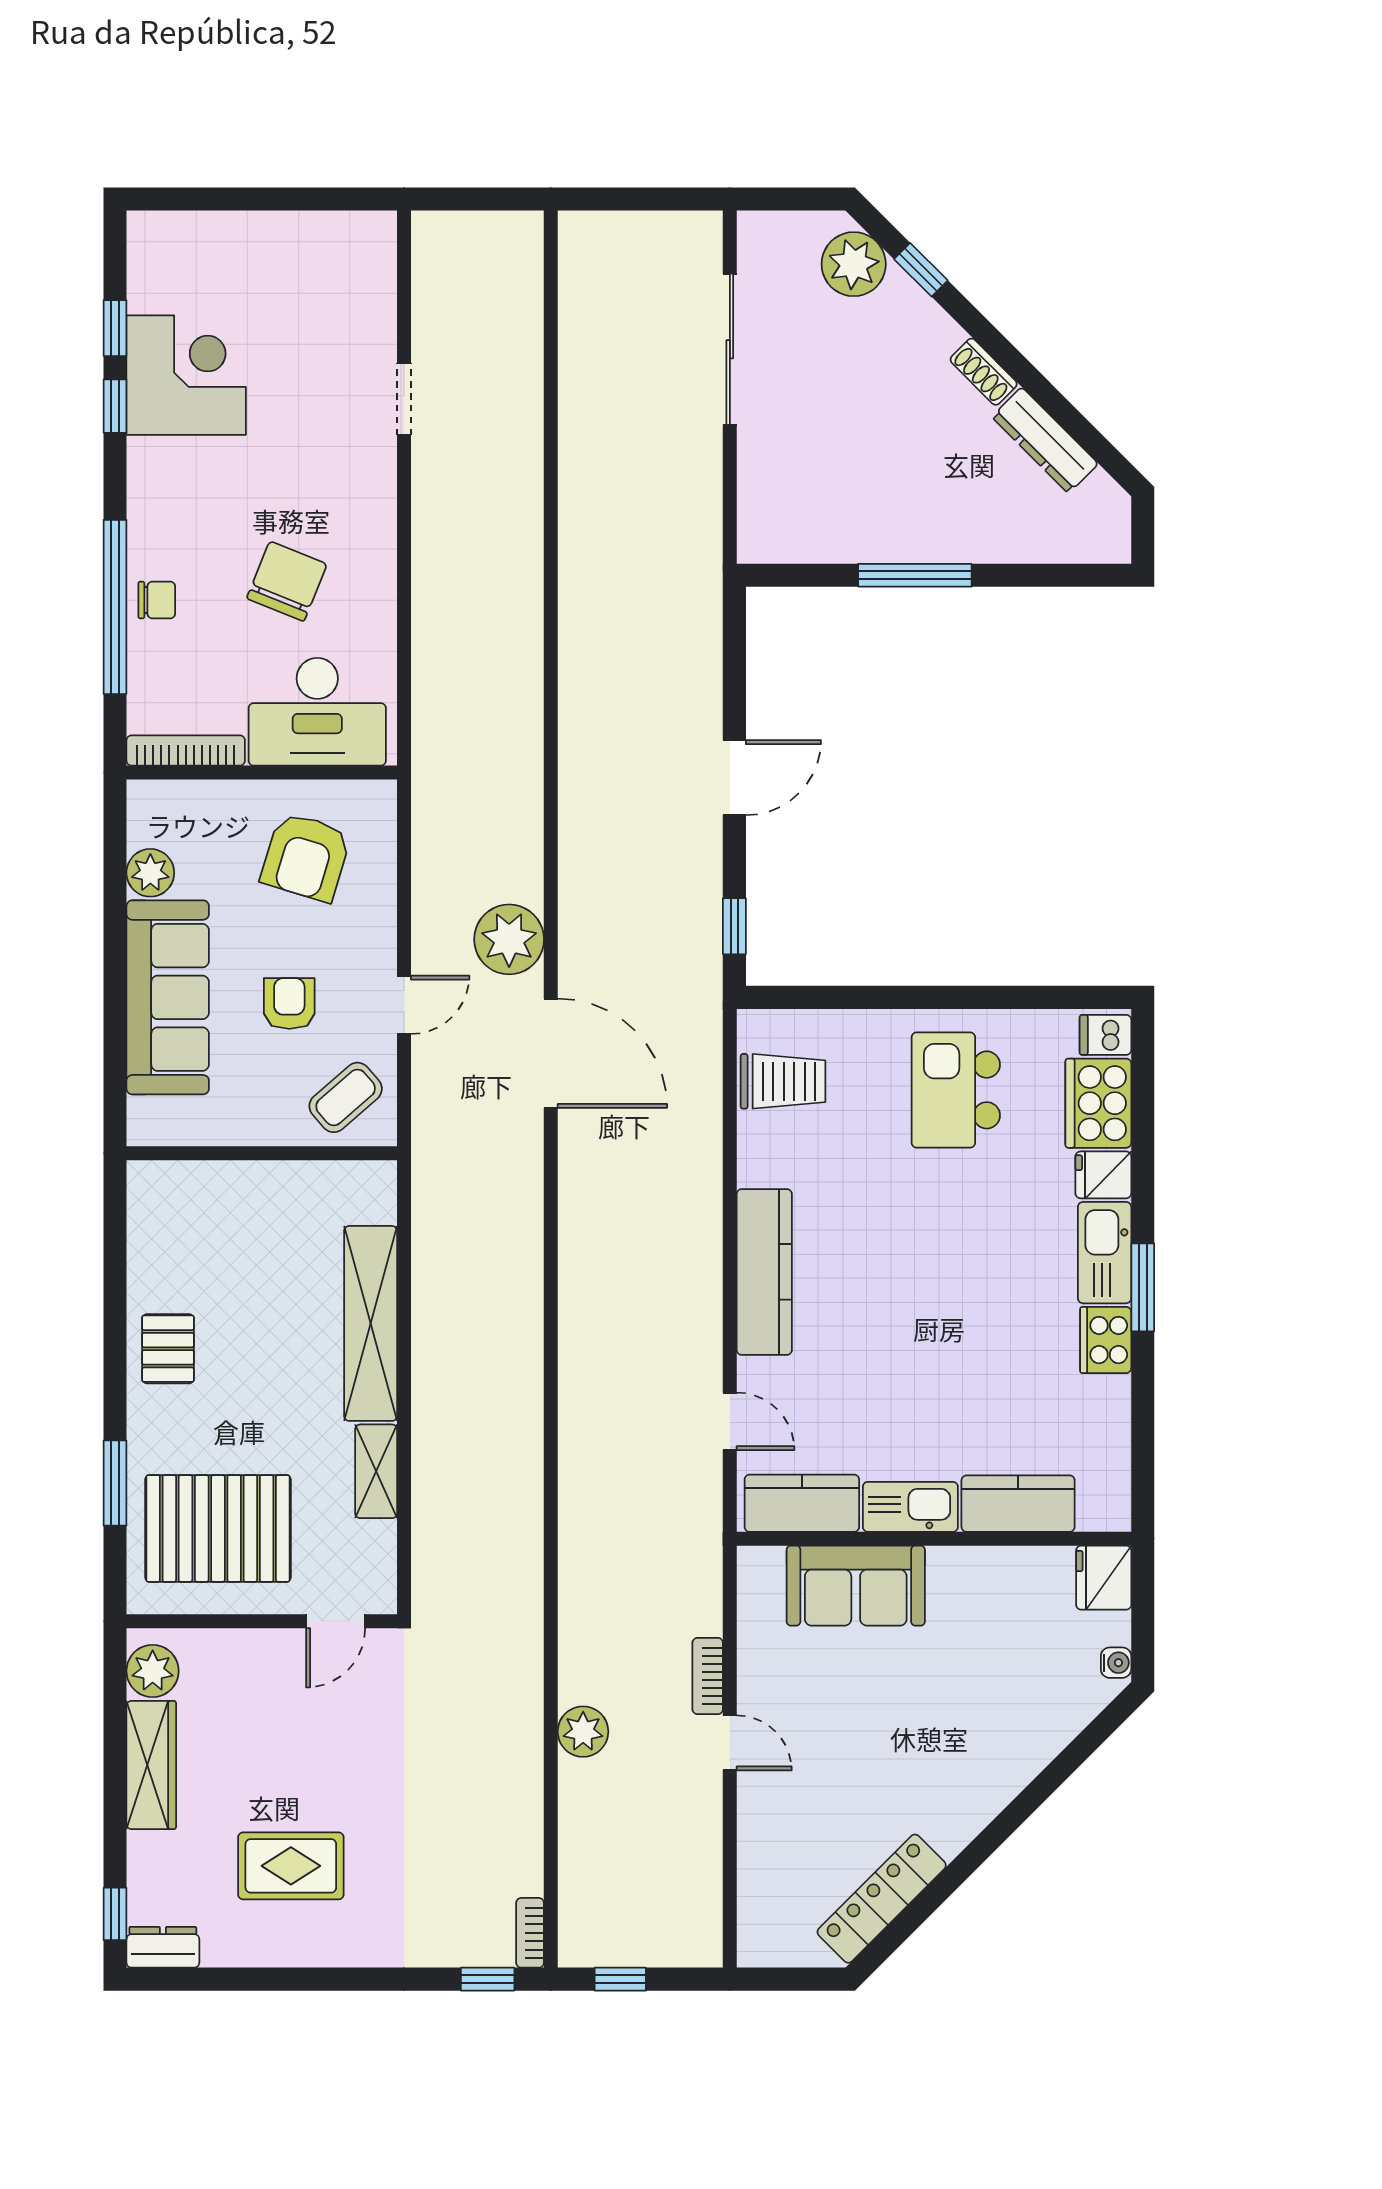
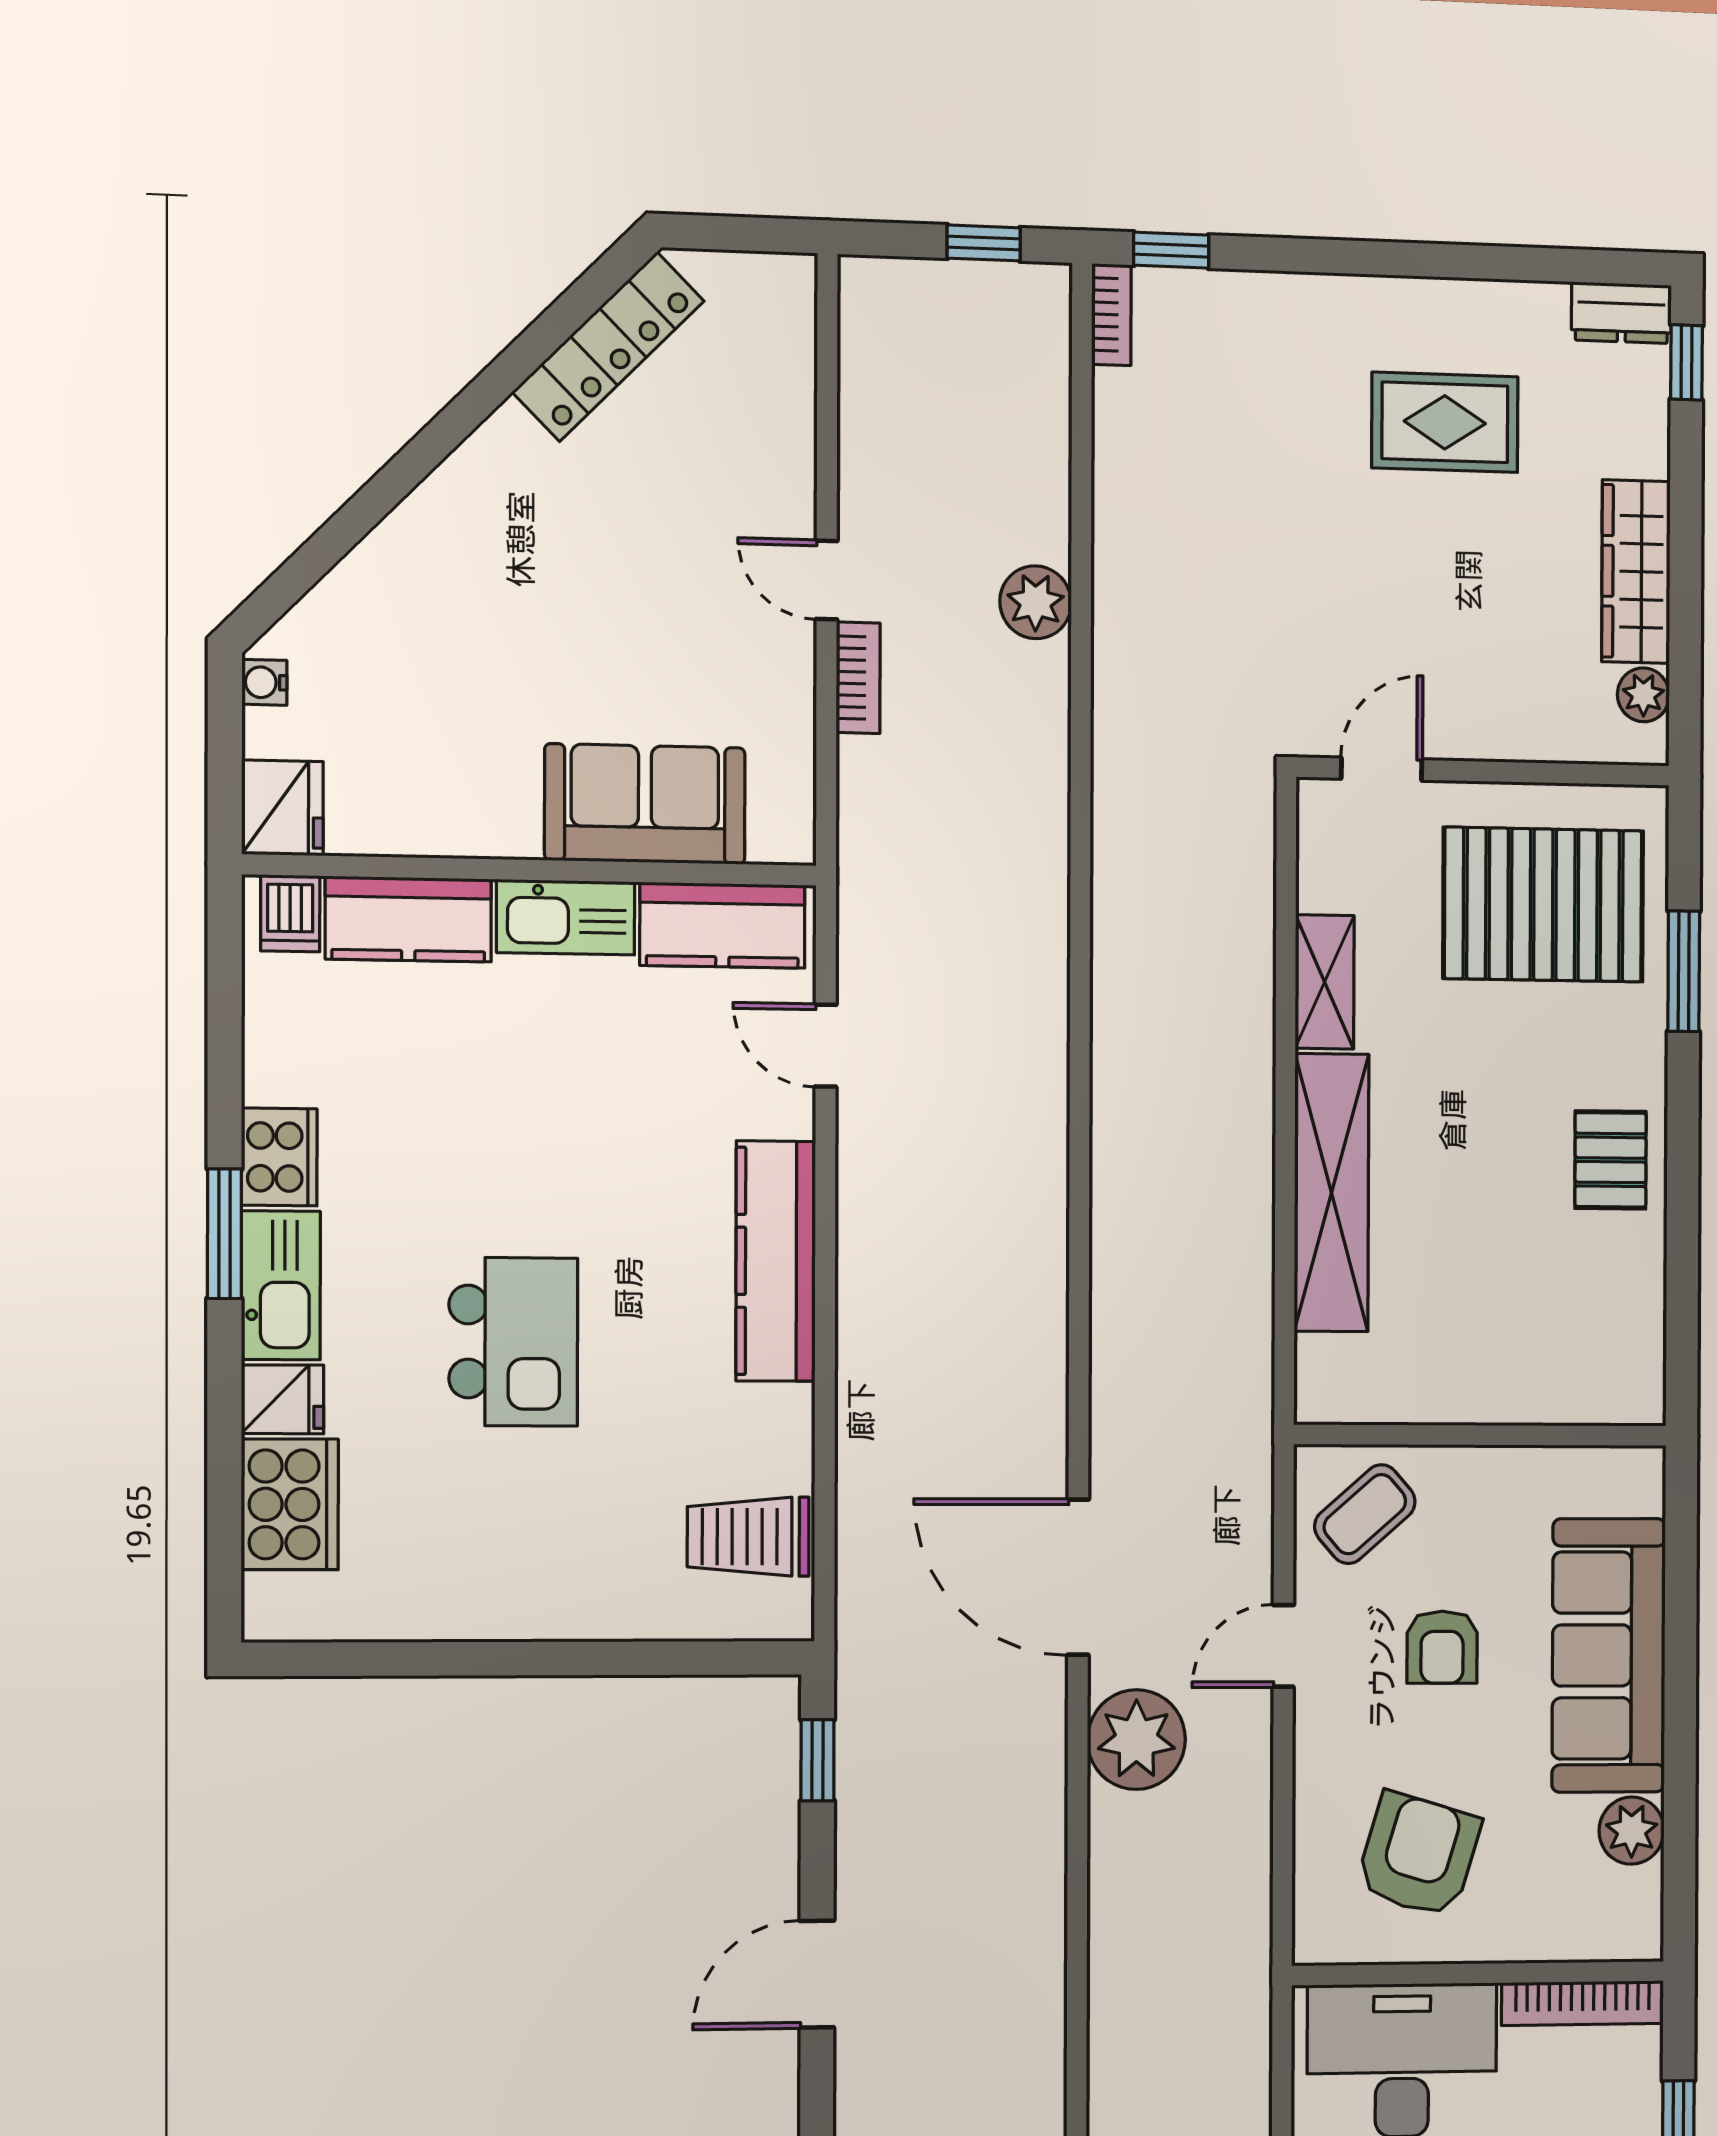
dishwasher: (1105, 1035) -> (290, 913), moved, turned 90
kitchen island: (956, 1090) -> (513, 1342), moved
plant: (153, 1671) -> (1643, 695), width x0.73, depth x0.73

